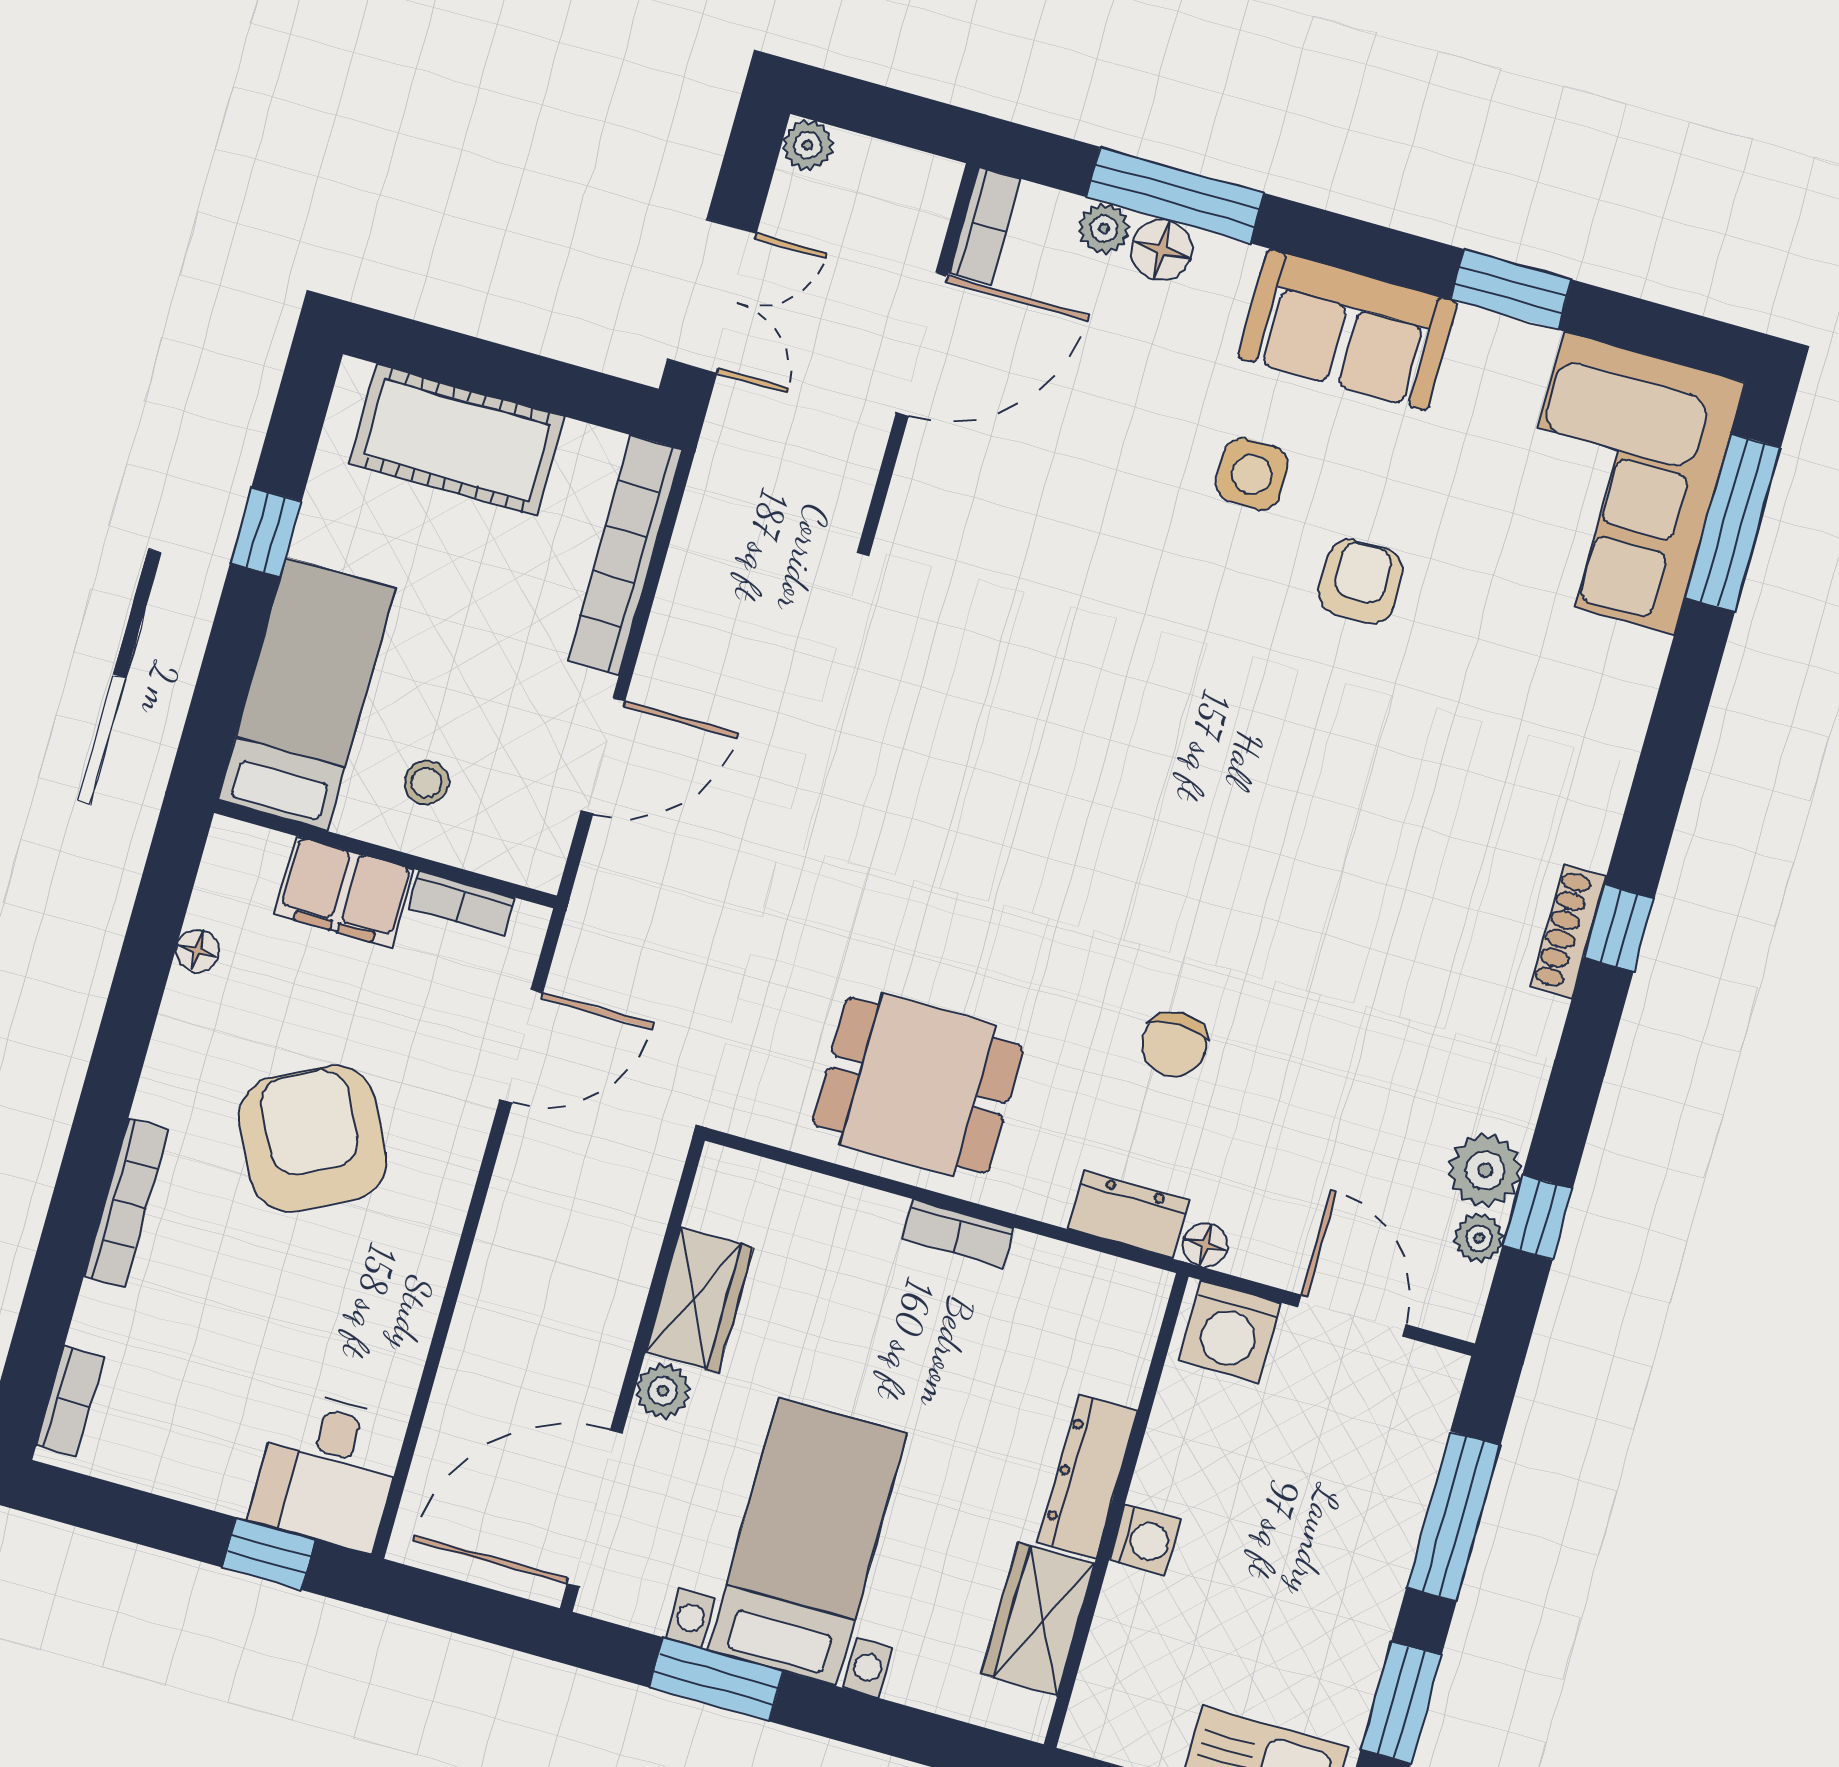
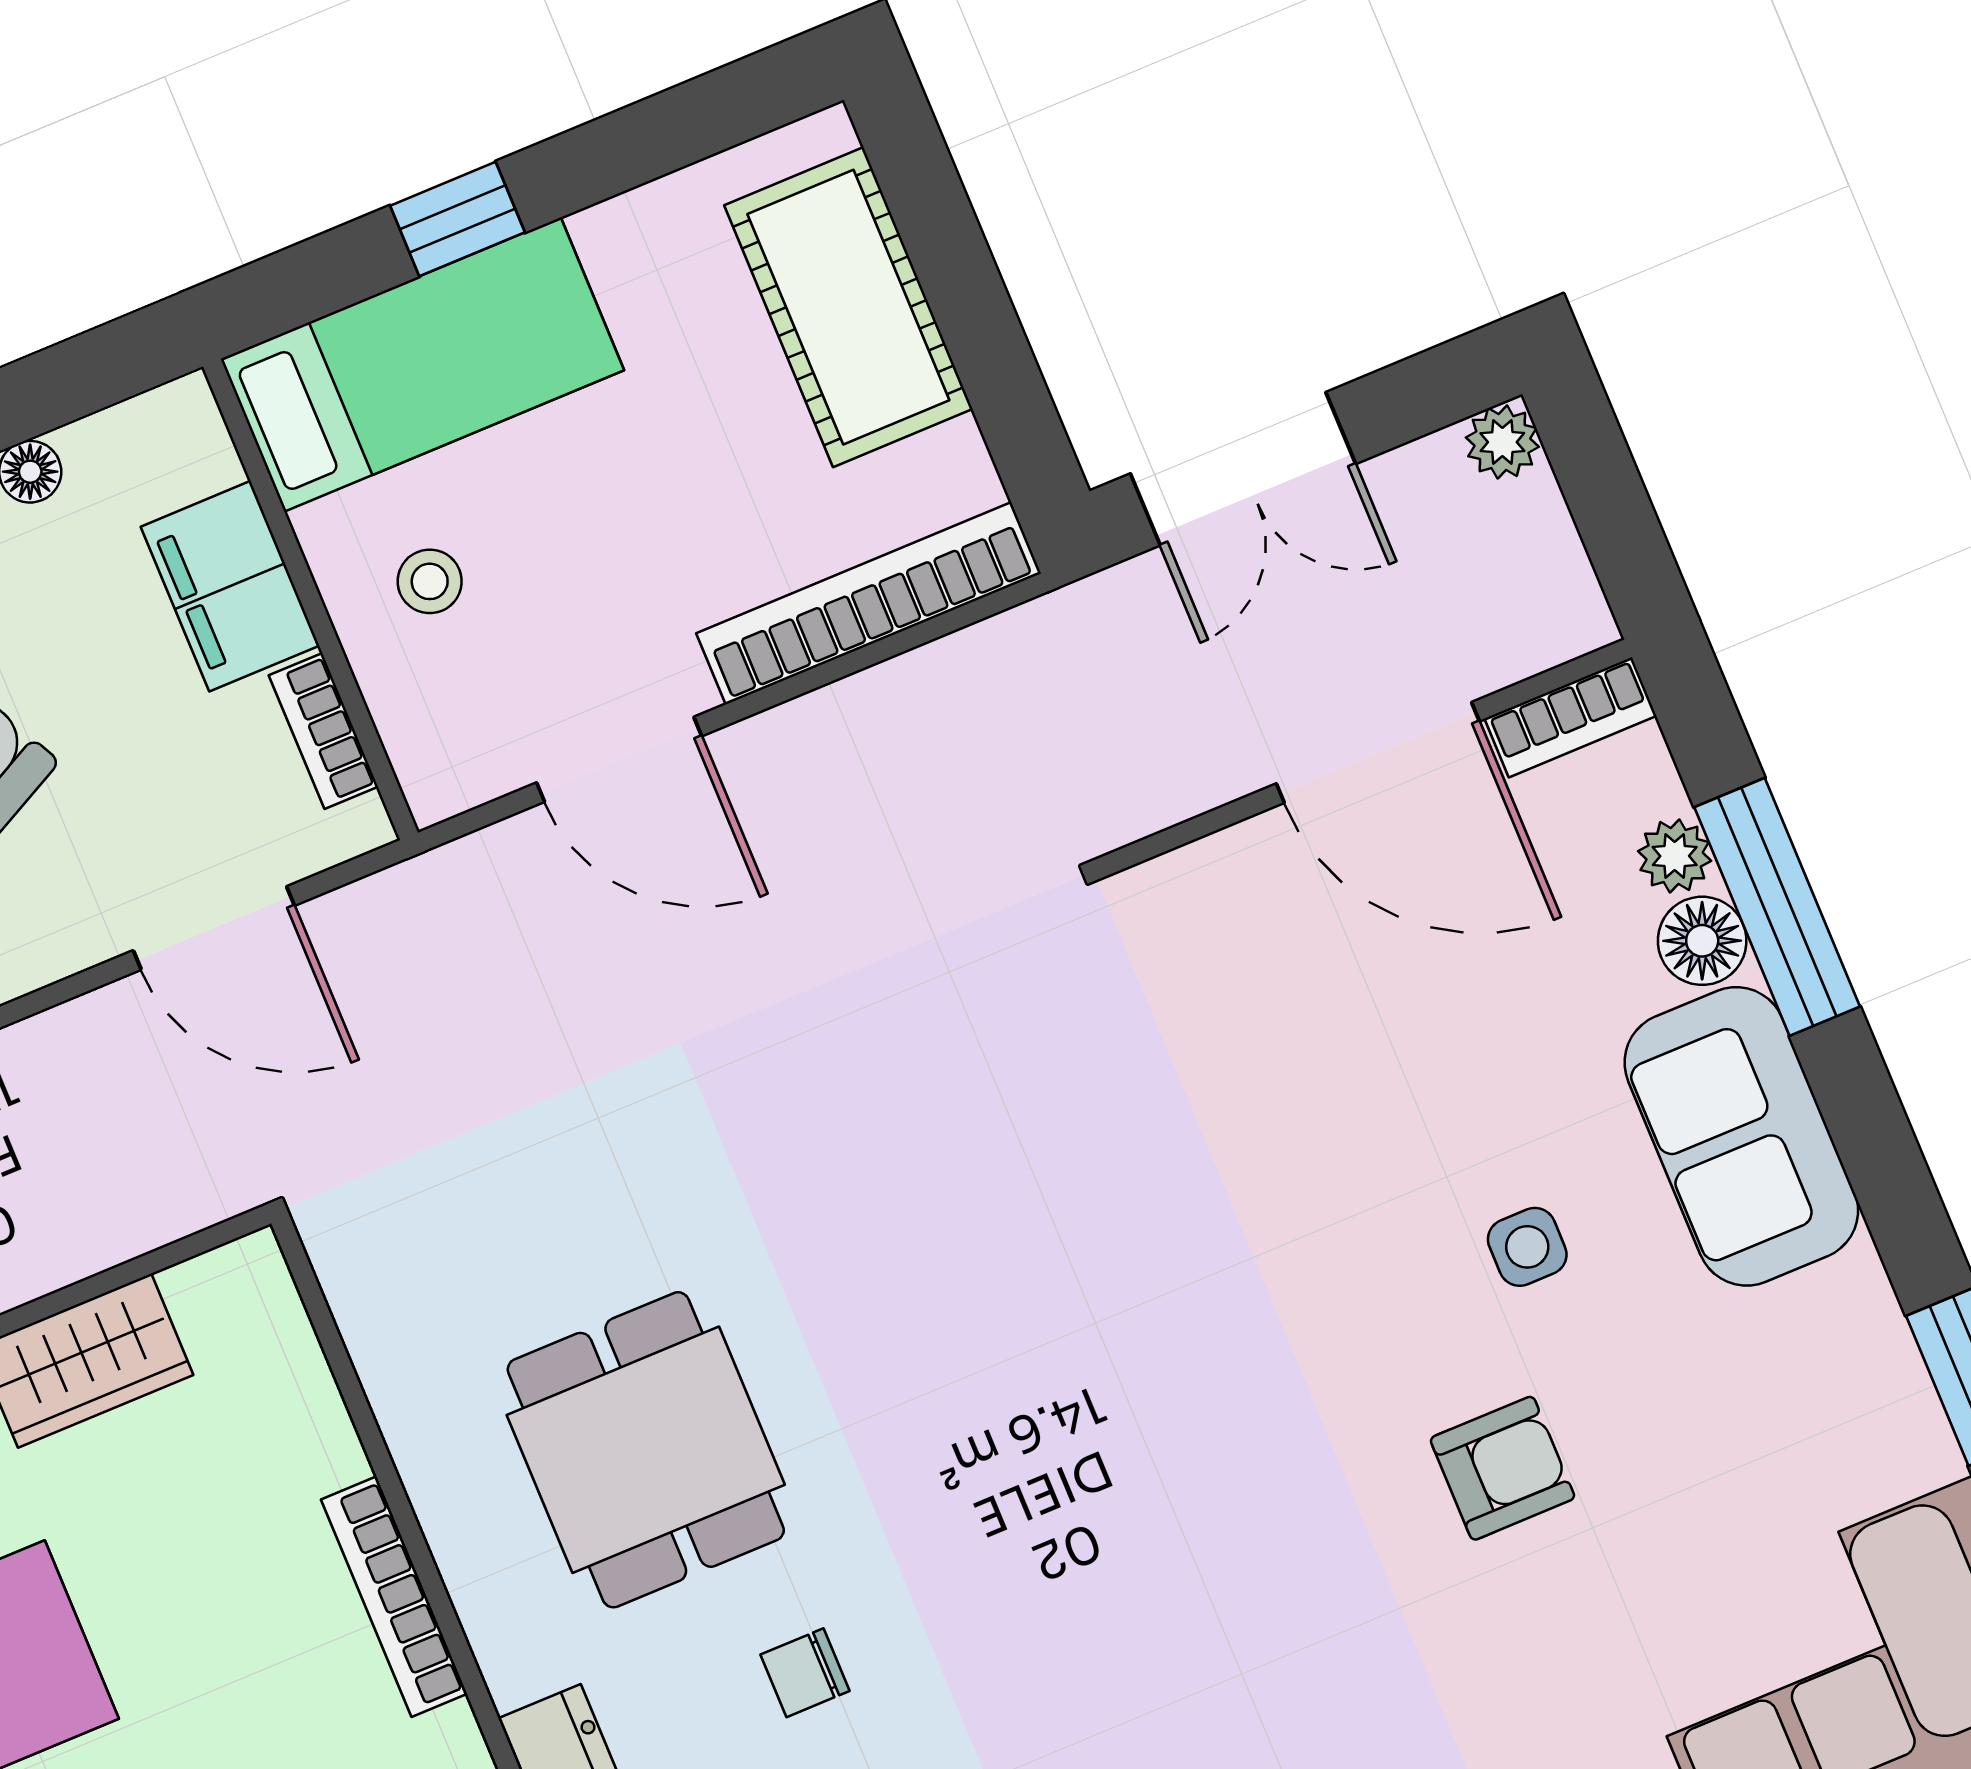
sofa: (1347, 330) -> (1741, 1136), moved
side table: (1252, 474) -> (1527, 1247), width x0.73, depth x0.73
window: (266, 532) -> (457, 219), moved
chair: (1174, 1045) -> (805, 1673), width x0.73, depth x0.73
dining table: (918, 1085) -> (646, 1450), moved
bookcase: (958, 1233) -> (394, 1597), width x1.56

